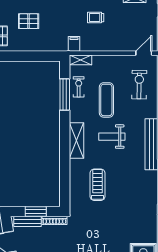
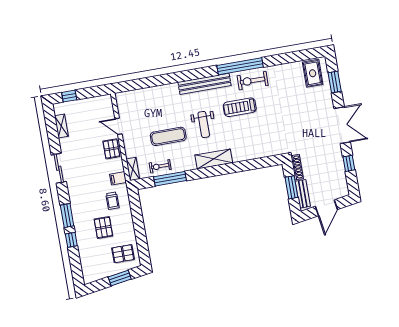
trolley: (96, 18) -> (112, 201), moved
pallet: (104, 42) -> (111, 149), added
door: (144, 53) -> (118, 126), moved
exercise bike: (139, 85) -> (253, 81), moved
treadmill: (97, 185) -> (240, 107), moved

